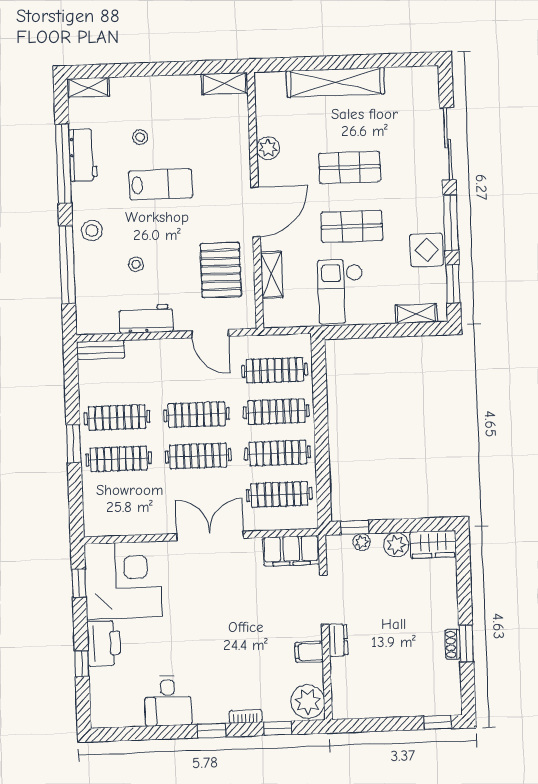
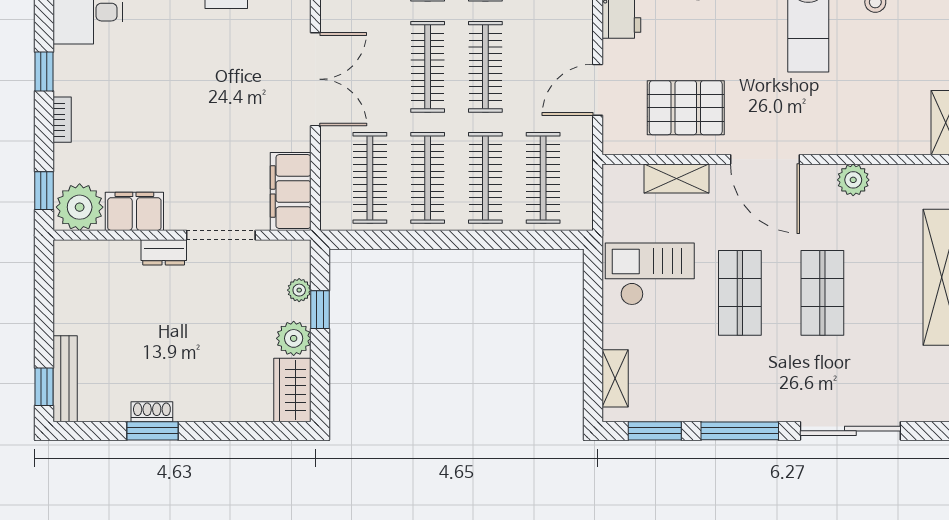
display table: (427, 250) -> (703, 396), removed
window: (355, 527) -> (320, 310), moved
filing cabinet: (309, 652) -> (134, 211), width x2.00
bench: (431, 707) -> (65, 379), added
window: (278, 728) -> (44, 191), moved

